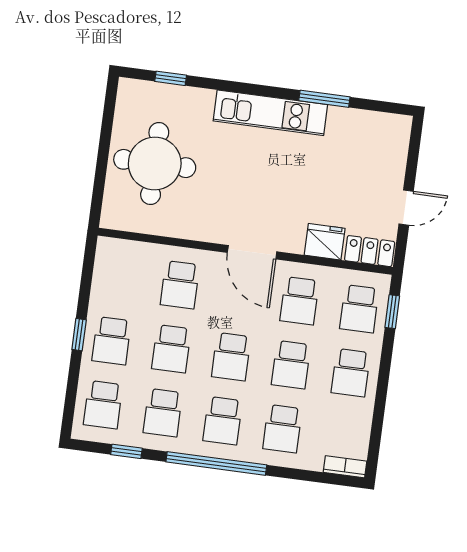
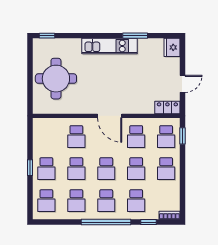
window: (171, 78) -> (47, 36), moved
fridge: (325, 242) -> (172, 47), moved, turned -90
window: (126, 451) -> (148, 222), moved

